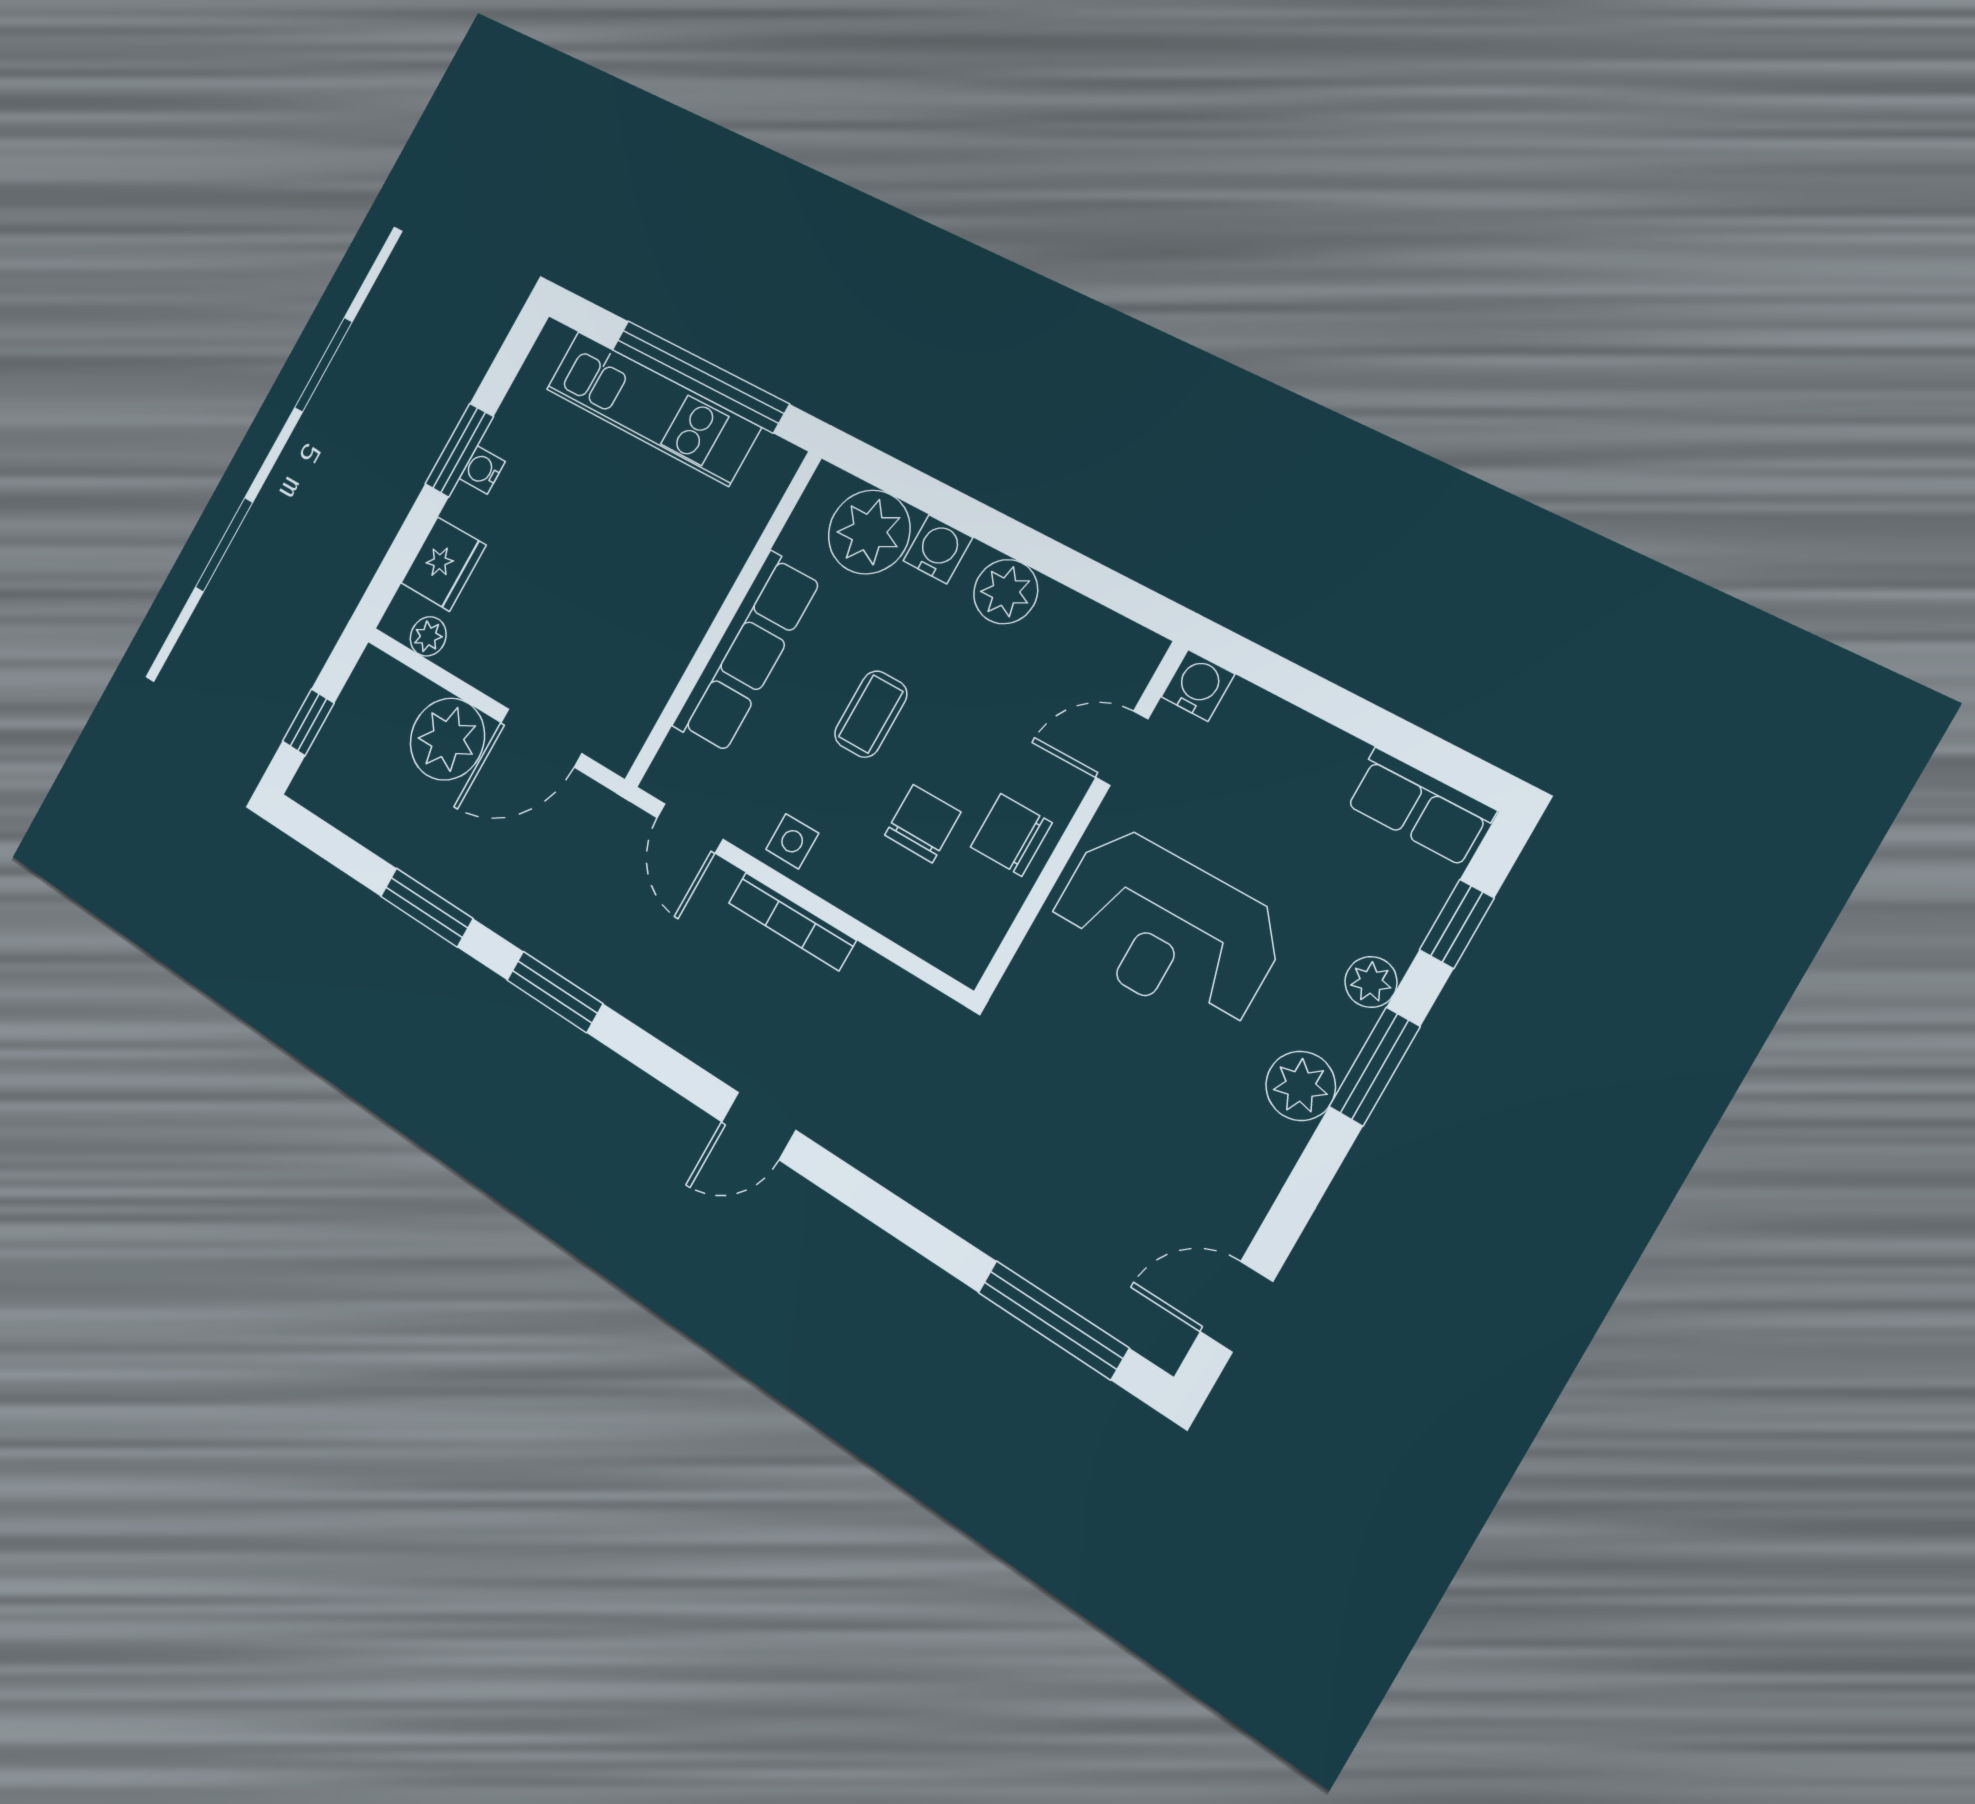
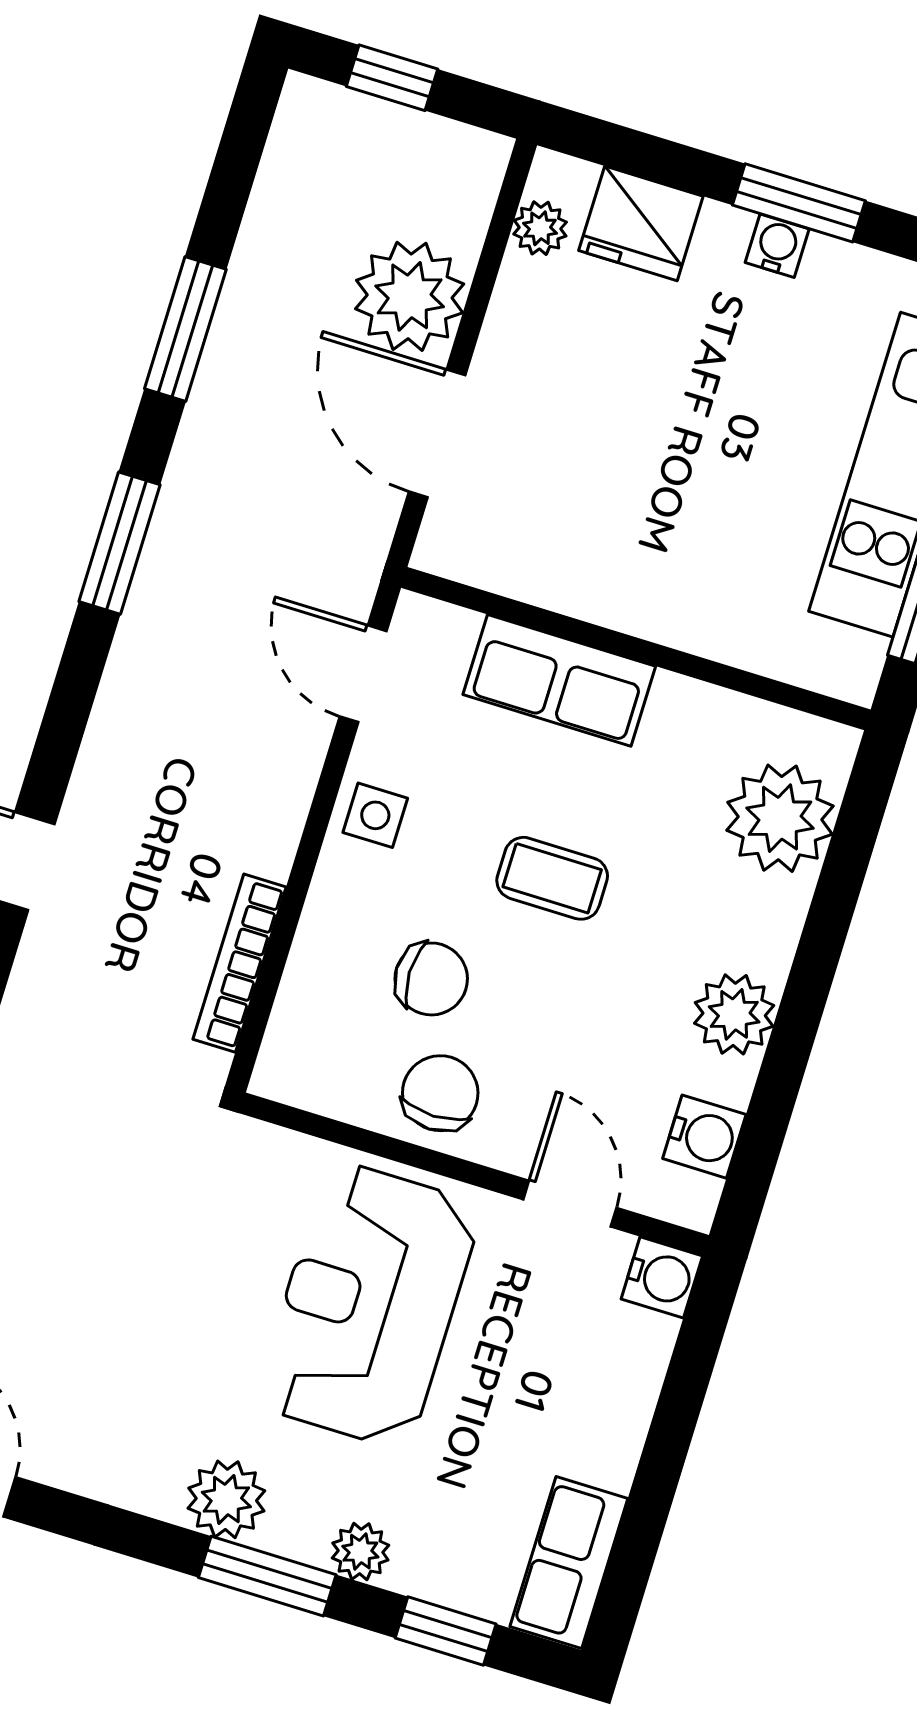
water cooler: (938, 549) -> (704, 1137), moved
row of seats: (747, 652) -> (559, 680), width x0.68
door: (690, 828) -> (363, 674), hinge flipped
bookcase: (792, 921) -> (240, 963), moved

